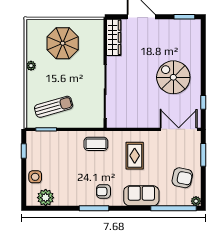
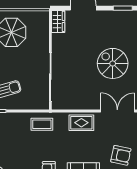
wardrobe: (114, 37) -> (58, 21), width x0.67
rug: (135, 156) -> (81, 123), moved, turned 90

